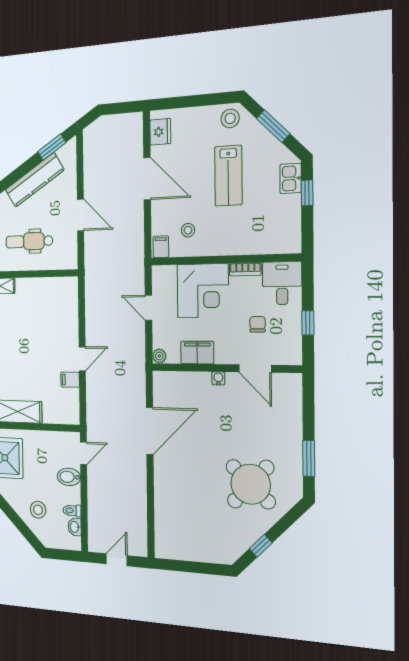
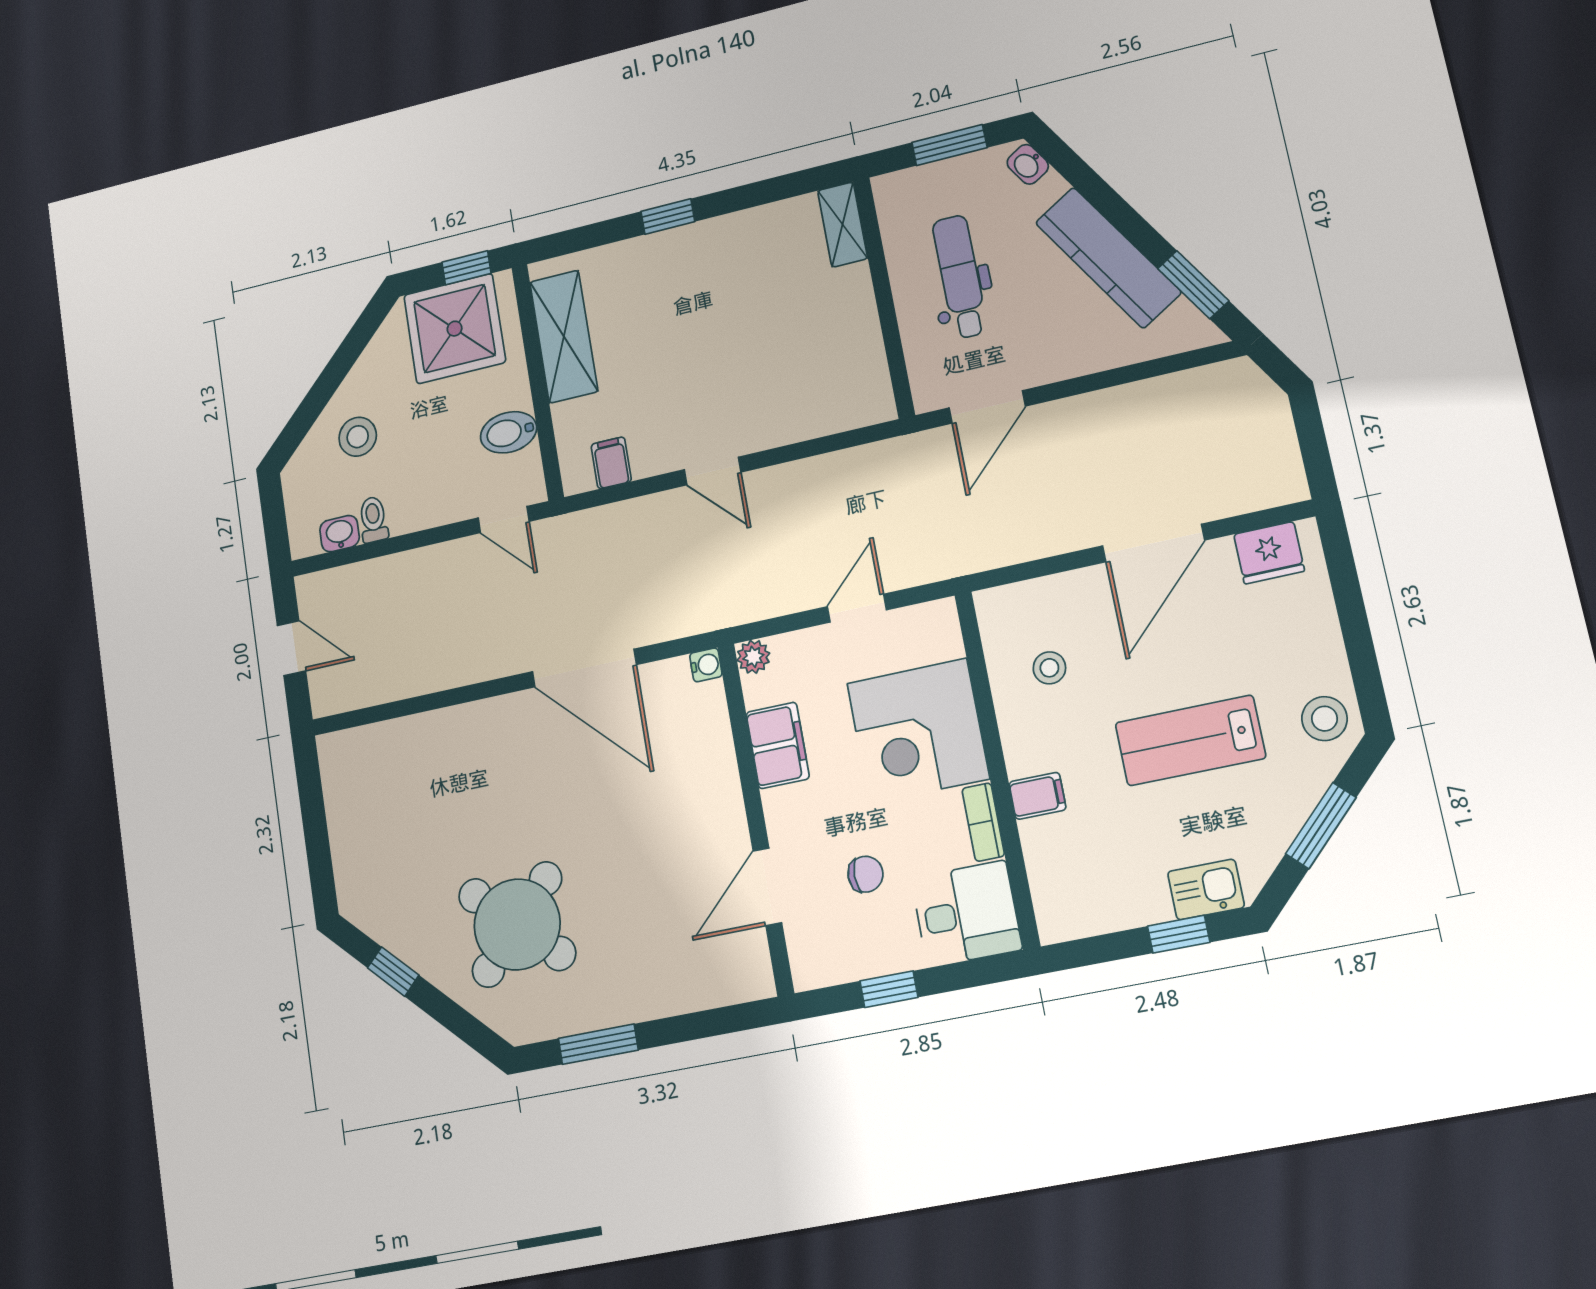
door: (80, 215) -> (987, 407), moved
filing cabinet: (161, 247) -> (1037, 796), moved
water cooler: (218, 378) -> (706, 665), moved
filing cabinet: (70, 380) -> (611, 463), moved
bidet: (69, 477) -> (509, 432), moved, turned -90

